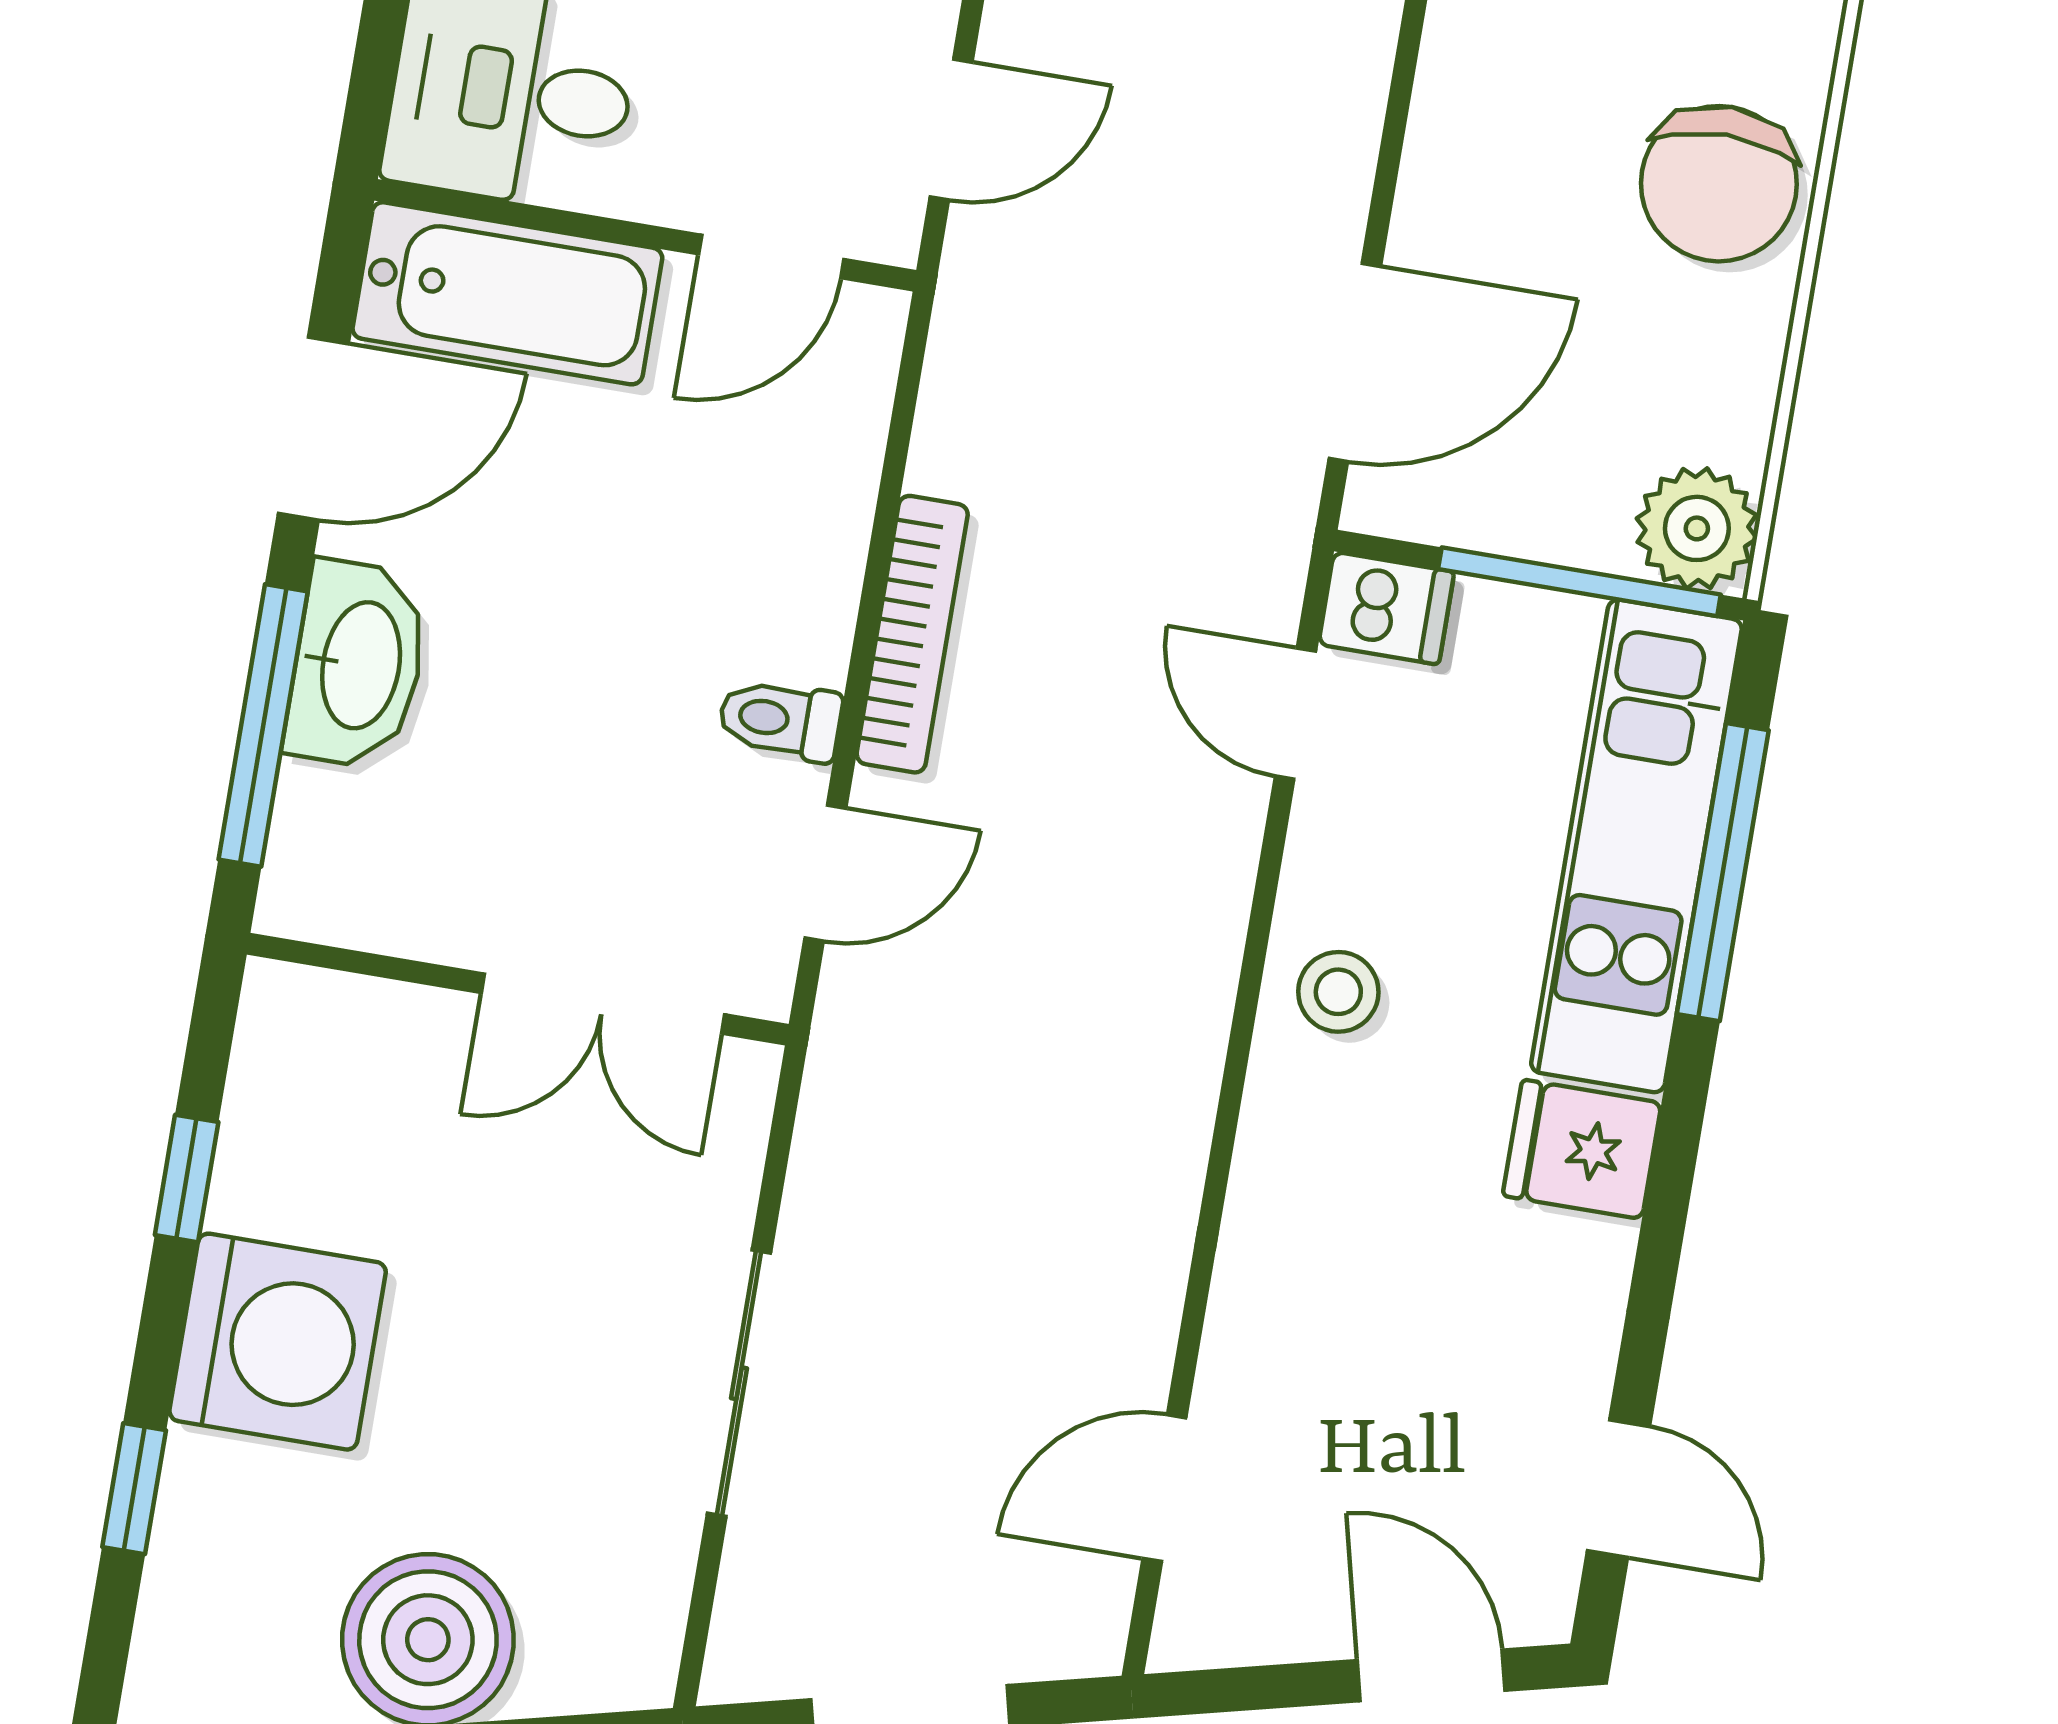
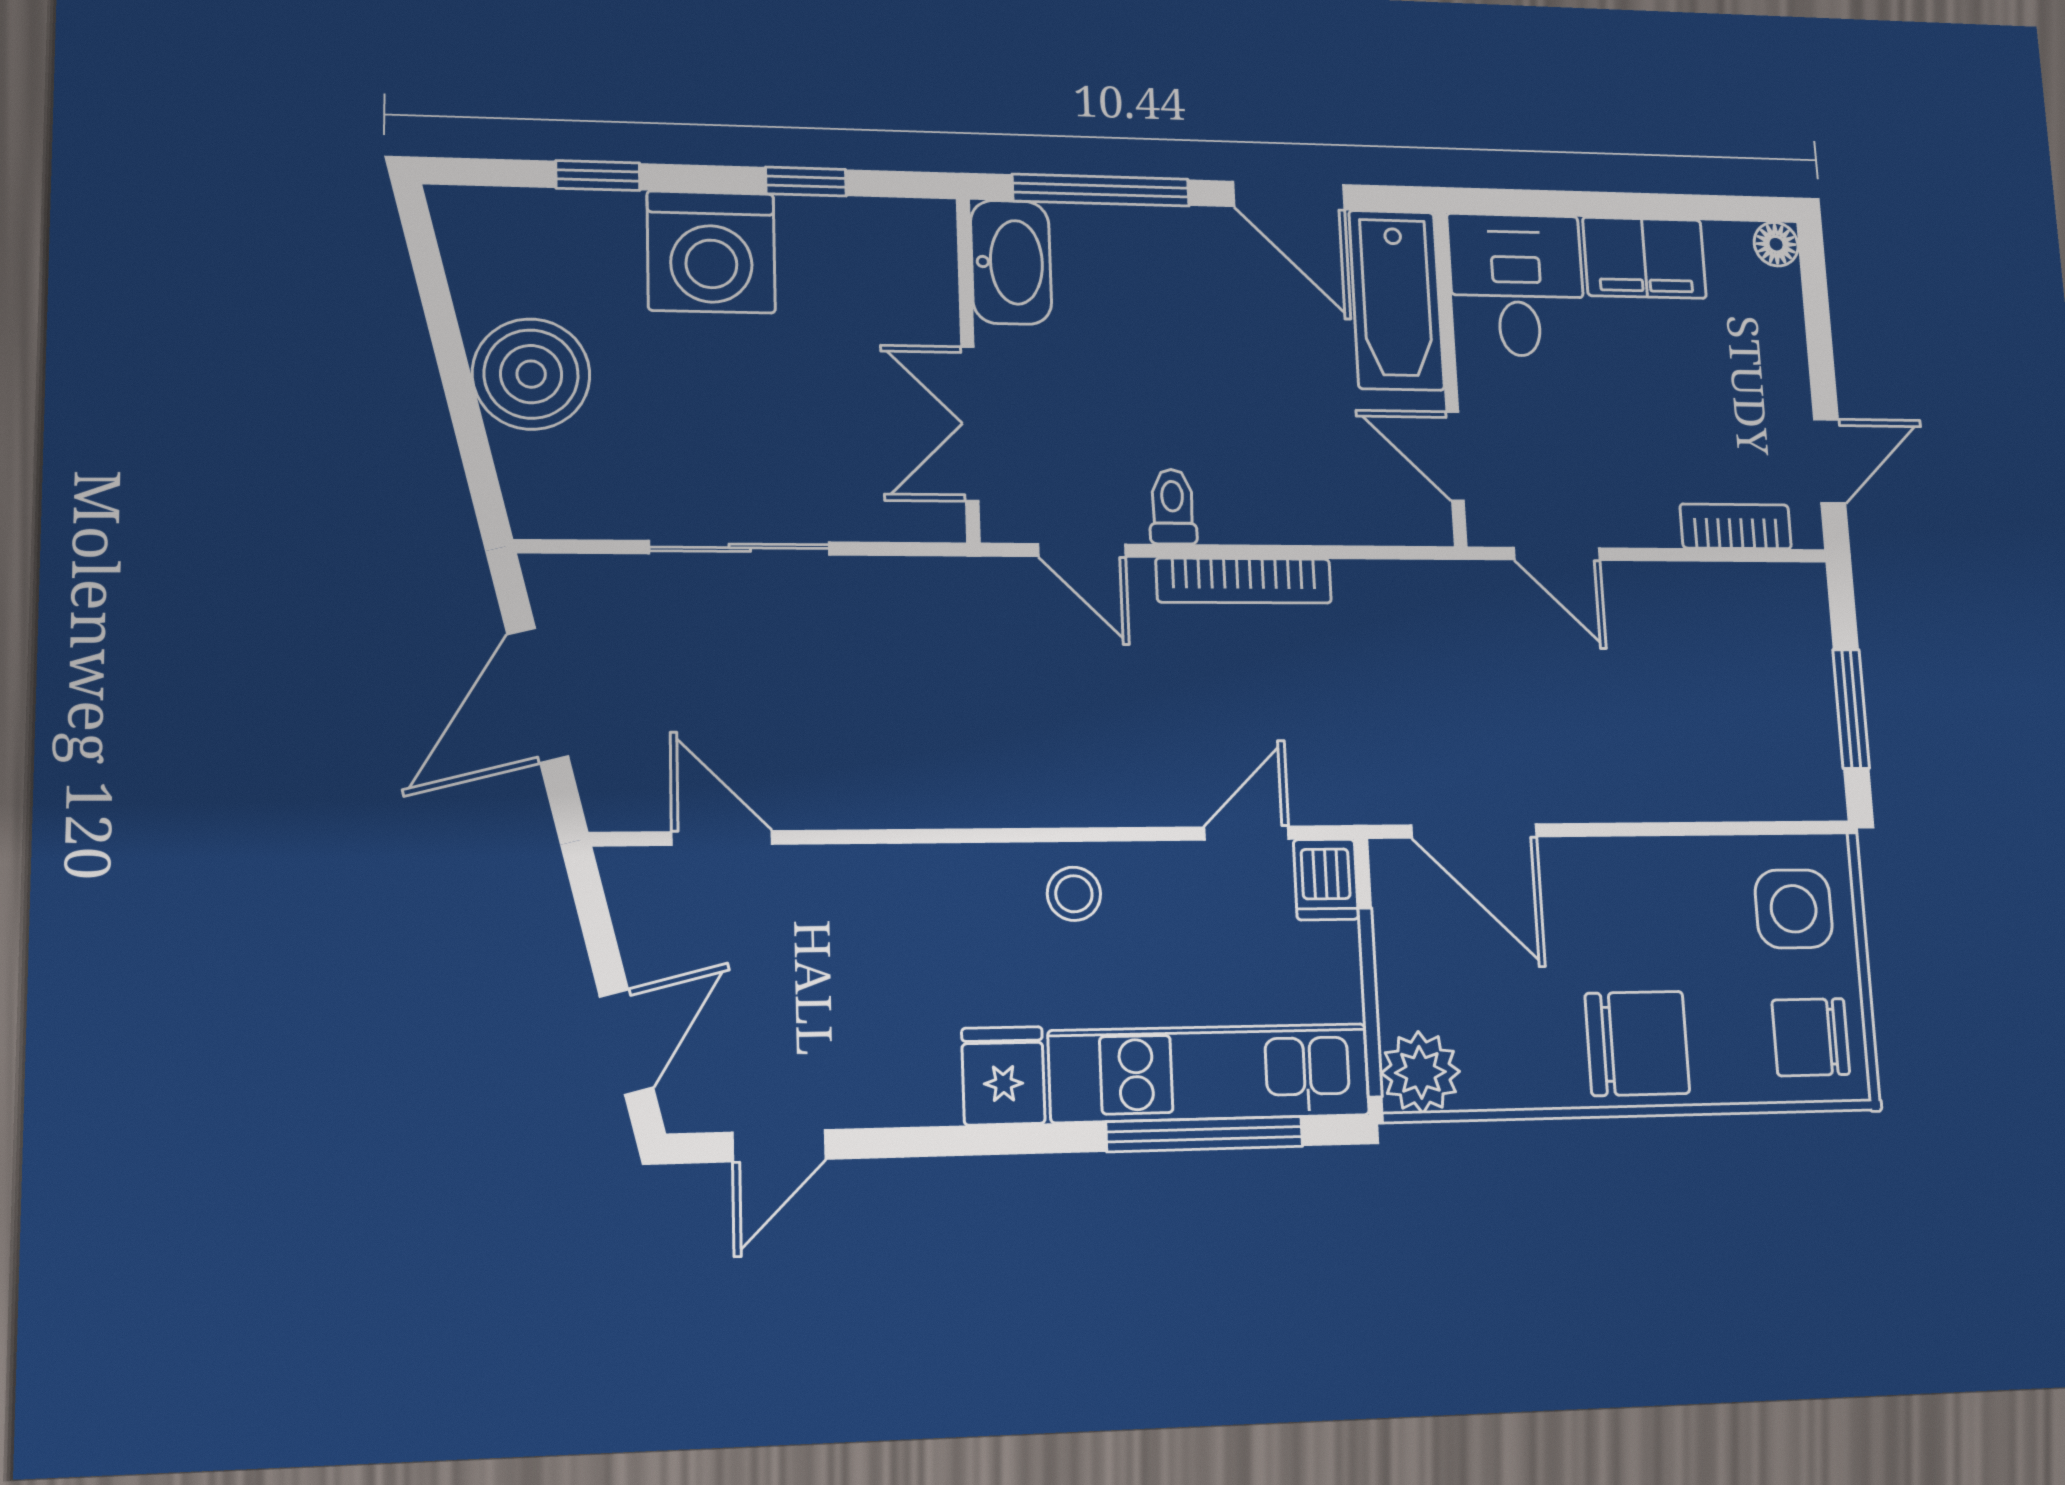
chair: (1719, 184) -> (1637, 1043), turned 180
washbasin: (357, 665) -> (1011, 262), moved, turned -90

